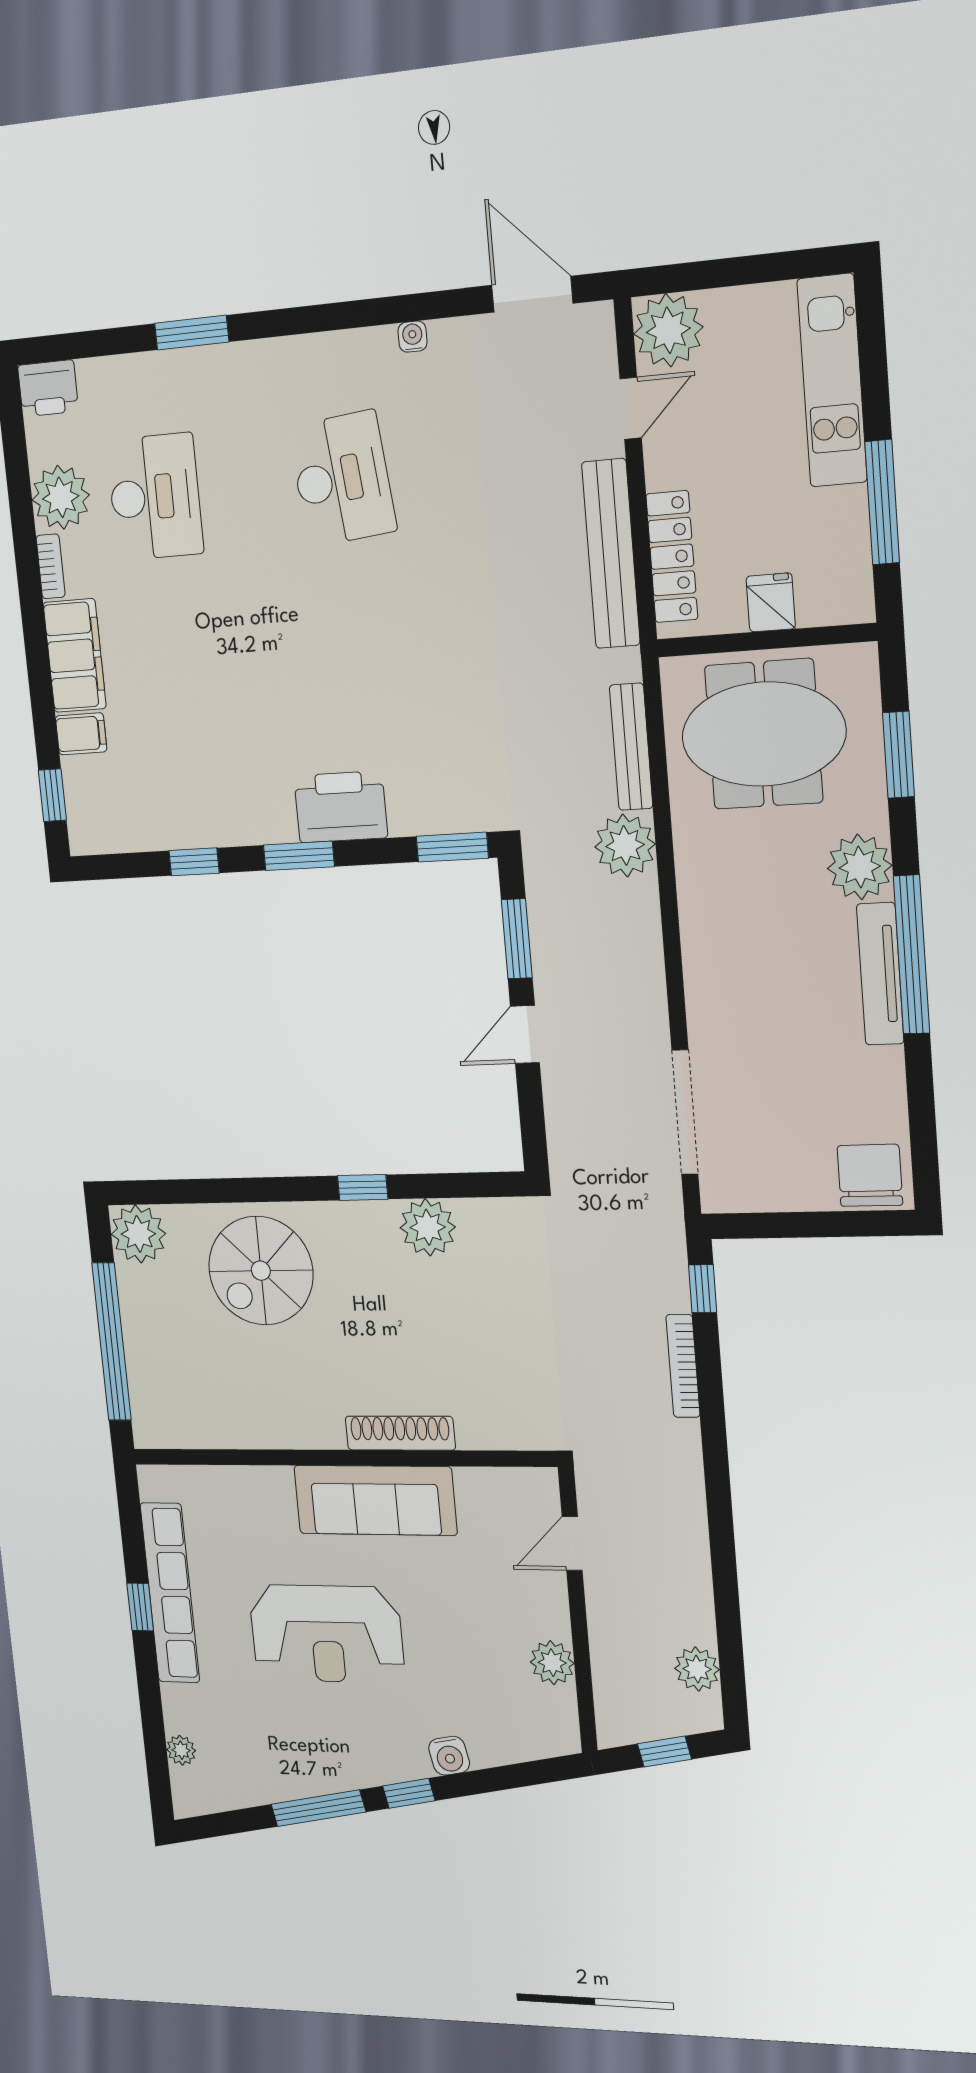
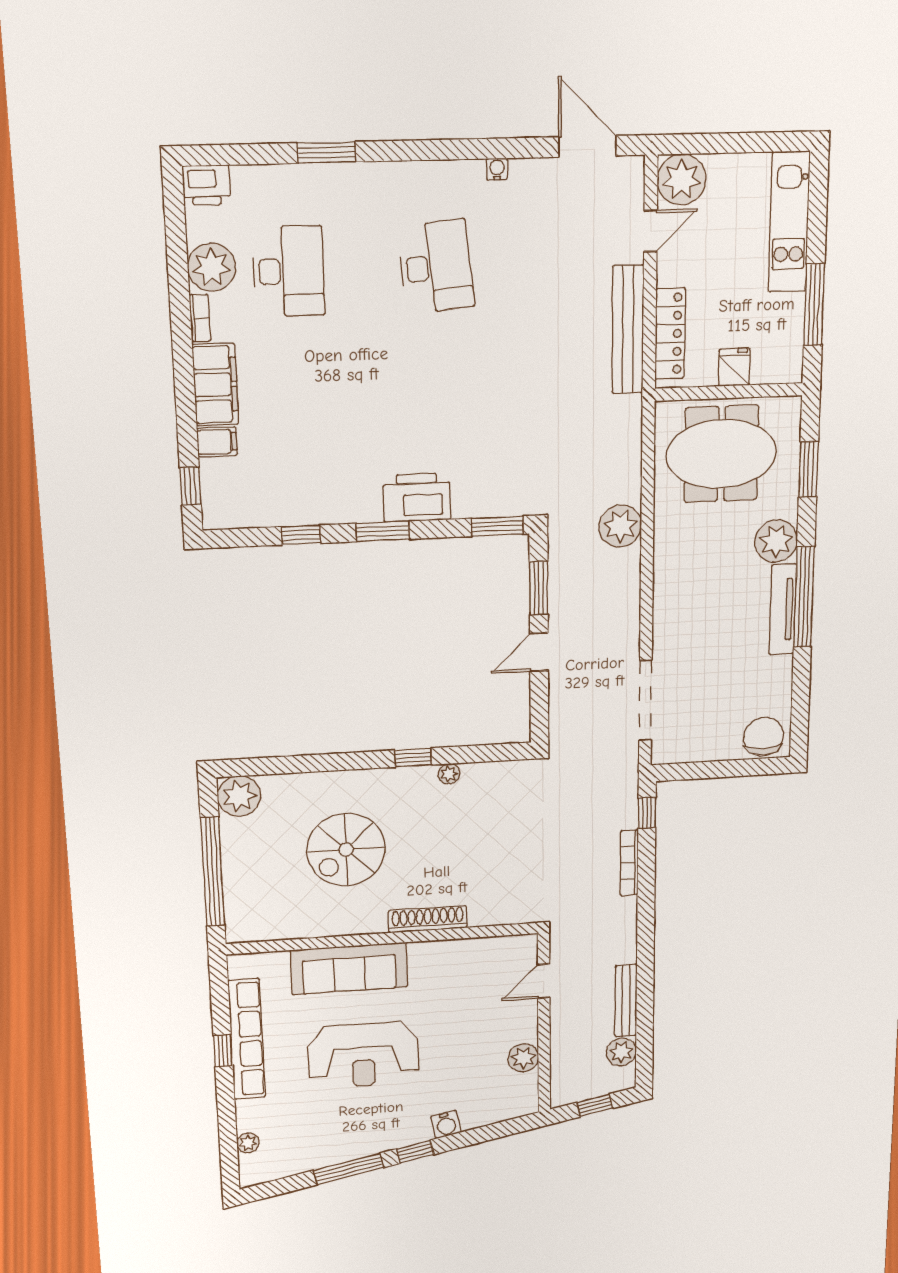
bench: (631, 747) -> (626, 1001), moved
plant: (428, 1227) -> (449, 774), width x0.53, depth x0.53
spiral stairs: (261, 1271) -> (346, 850), moved
sofa: (375, 1500) -> (349, 969), moved

